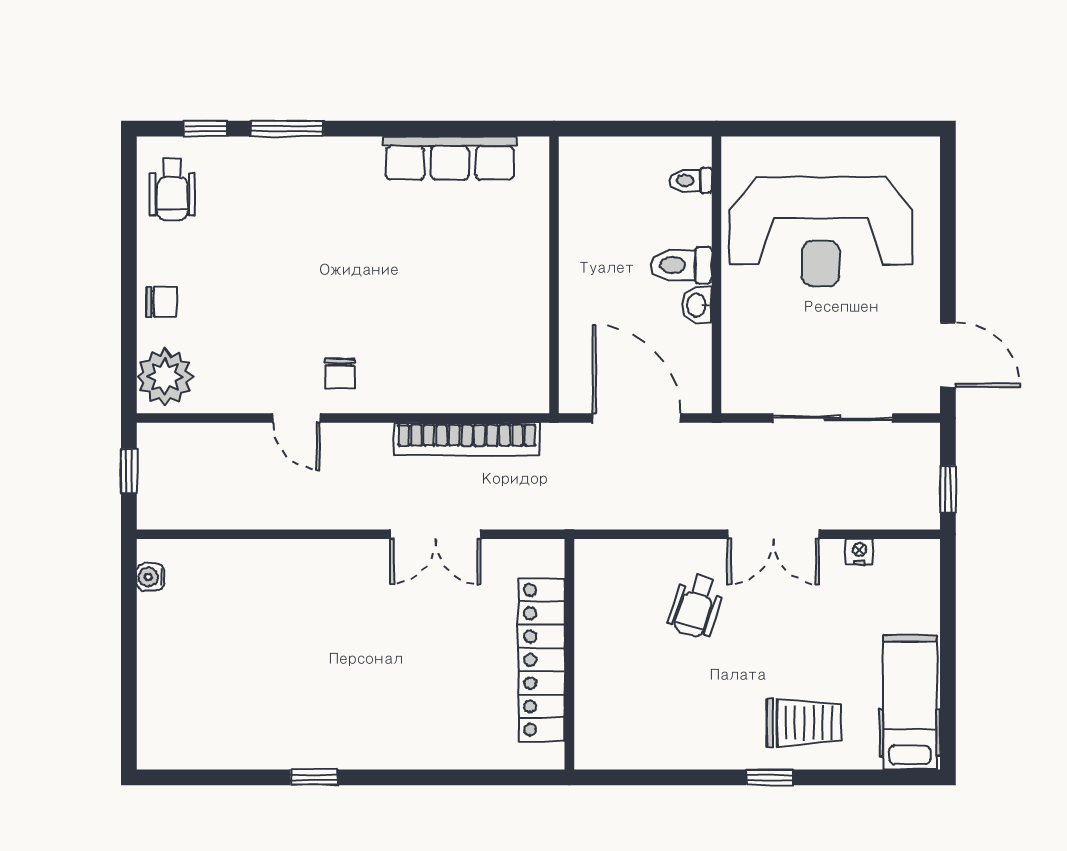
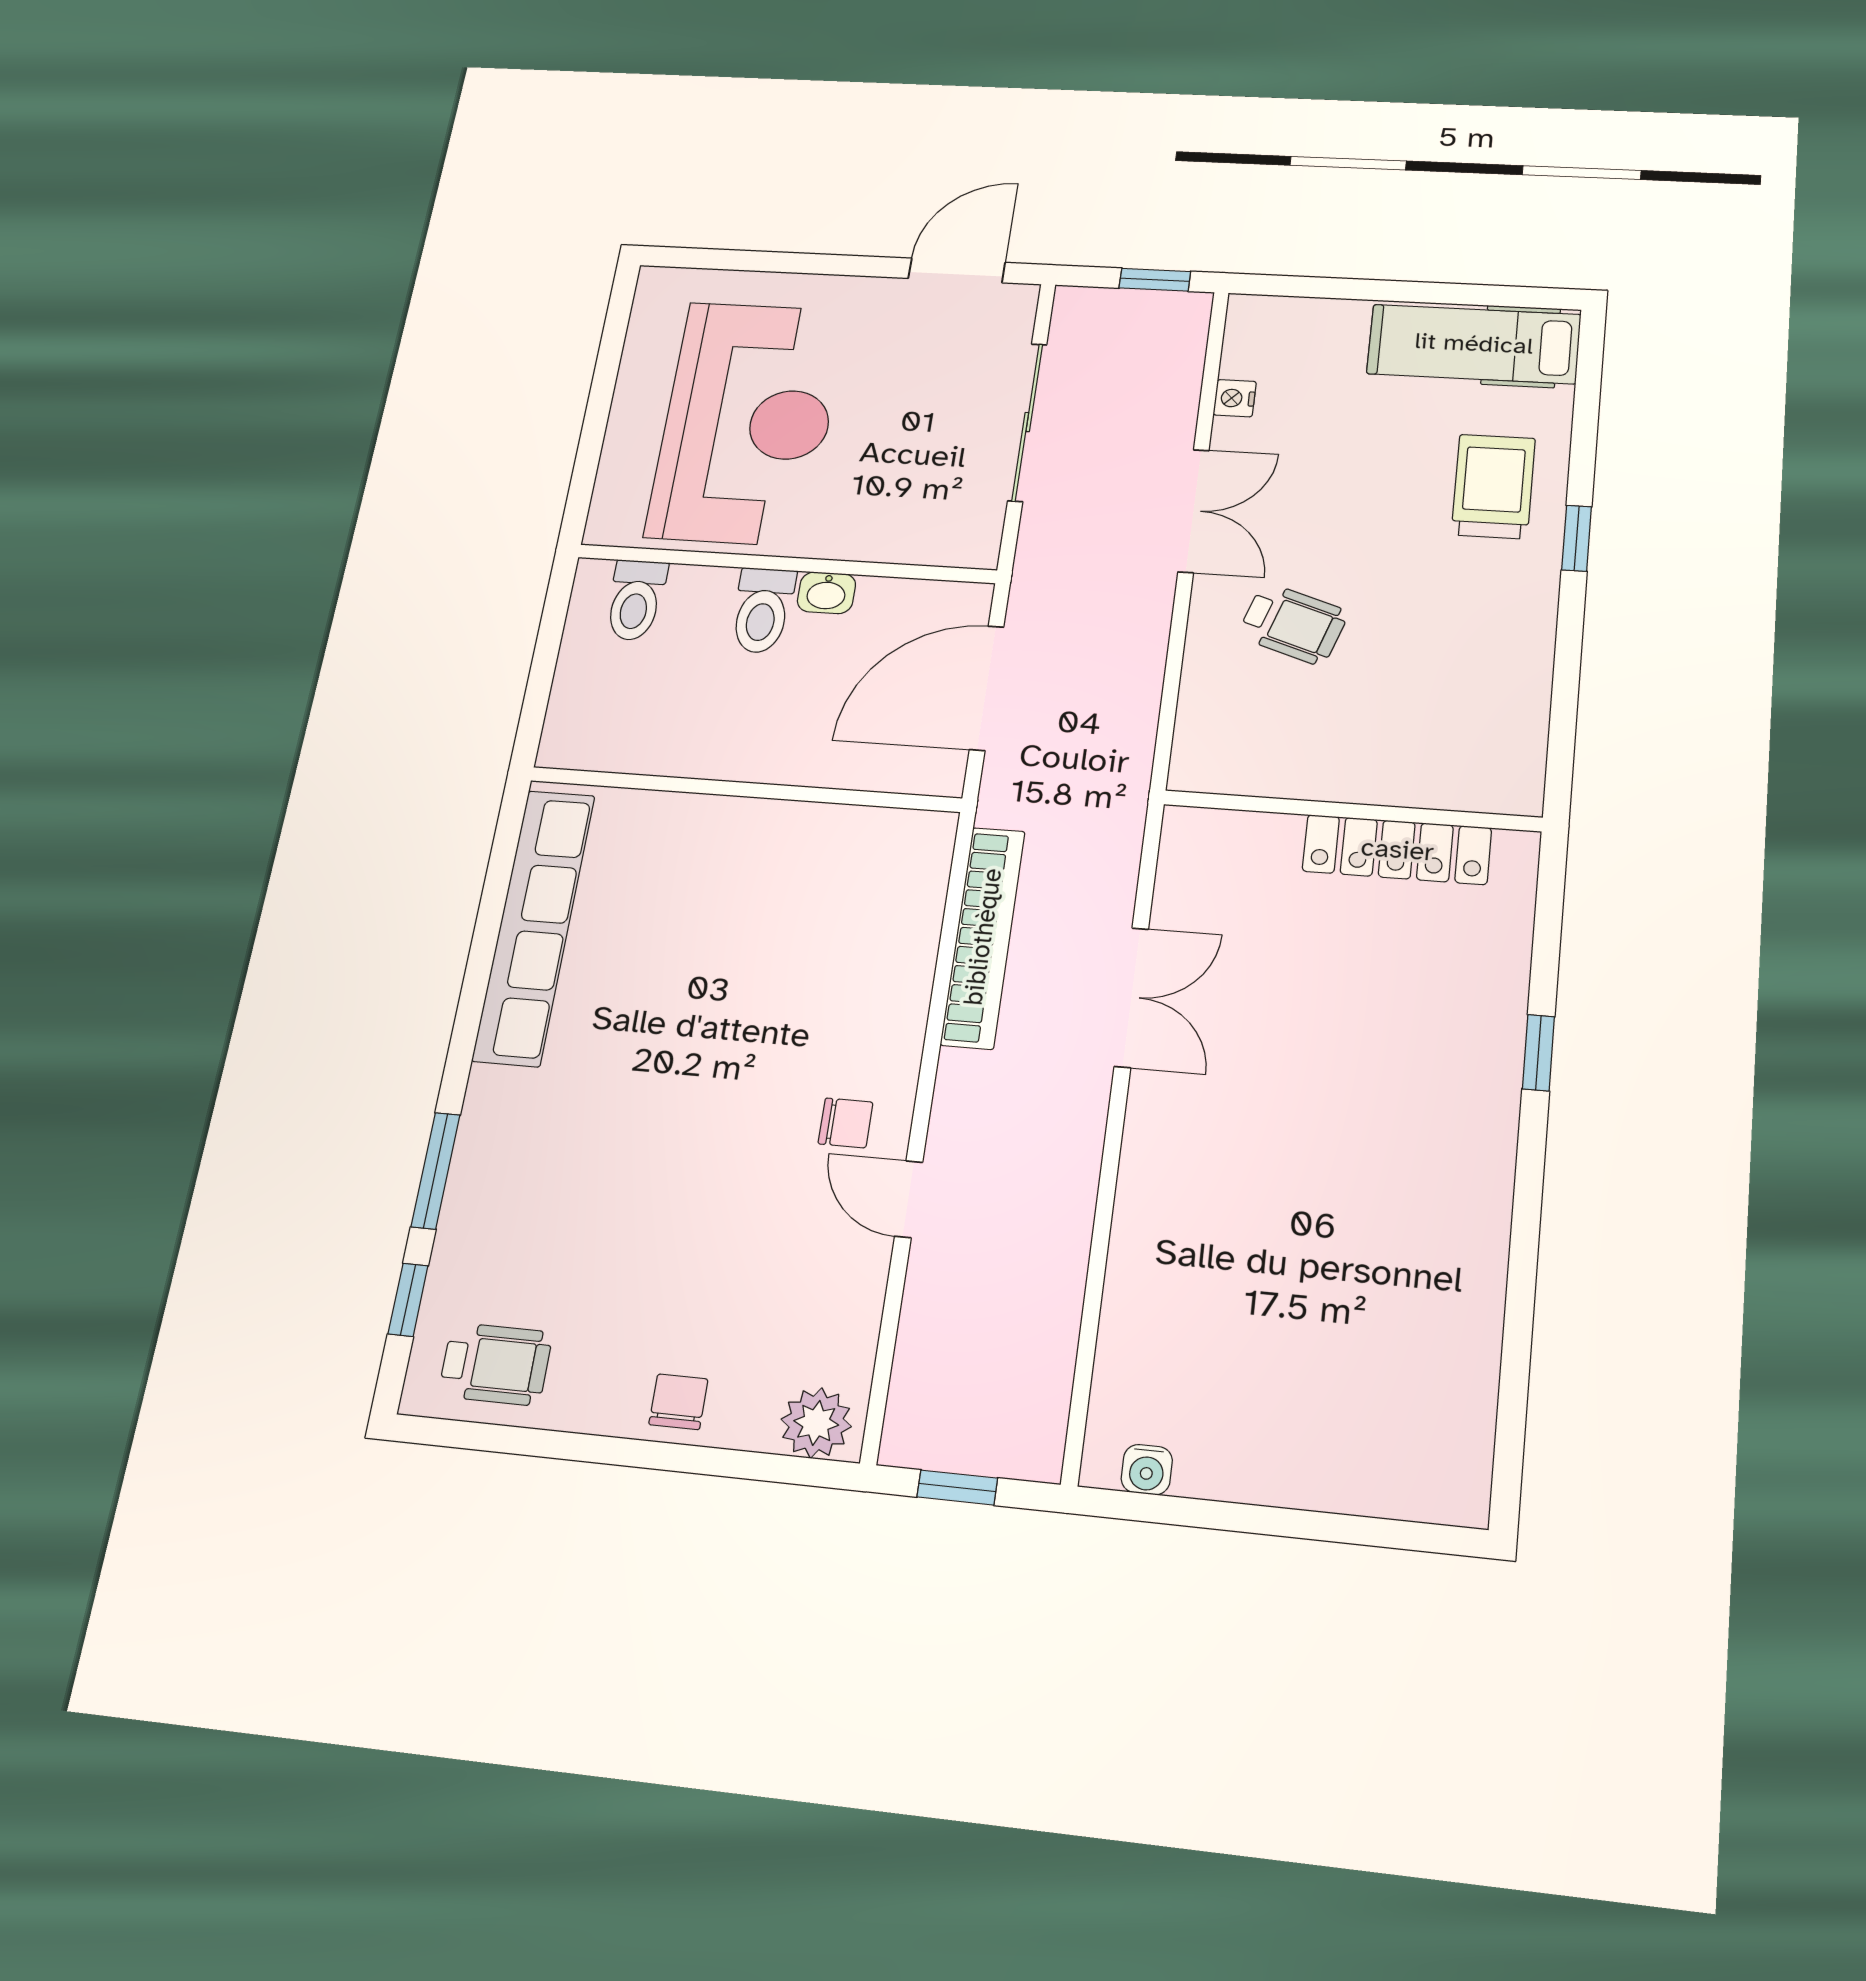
row of seats: (450, 158) -> (534, 927), width x1.36
toilet: (691, 180) -> (636, 600), width x1.37, depth x1.39
plant: (165, 377) -> (816, 1423), width x0.73, depth x0.73
door: (296, 418) -> (909, 1199), swing flipped
locker: (542, 660) -> (1397, 850), width x0.71, depth x0.83
window: (314, 777) -> (1538, 1053), moved

